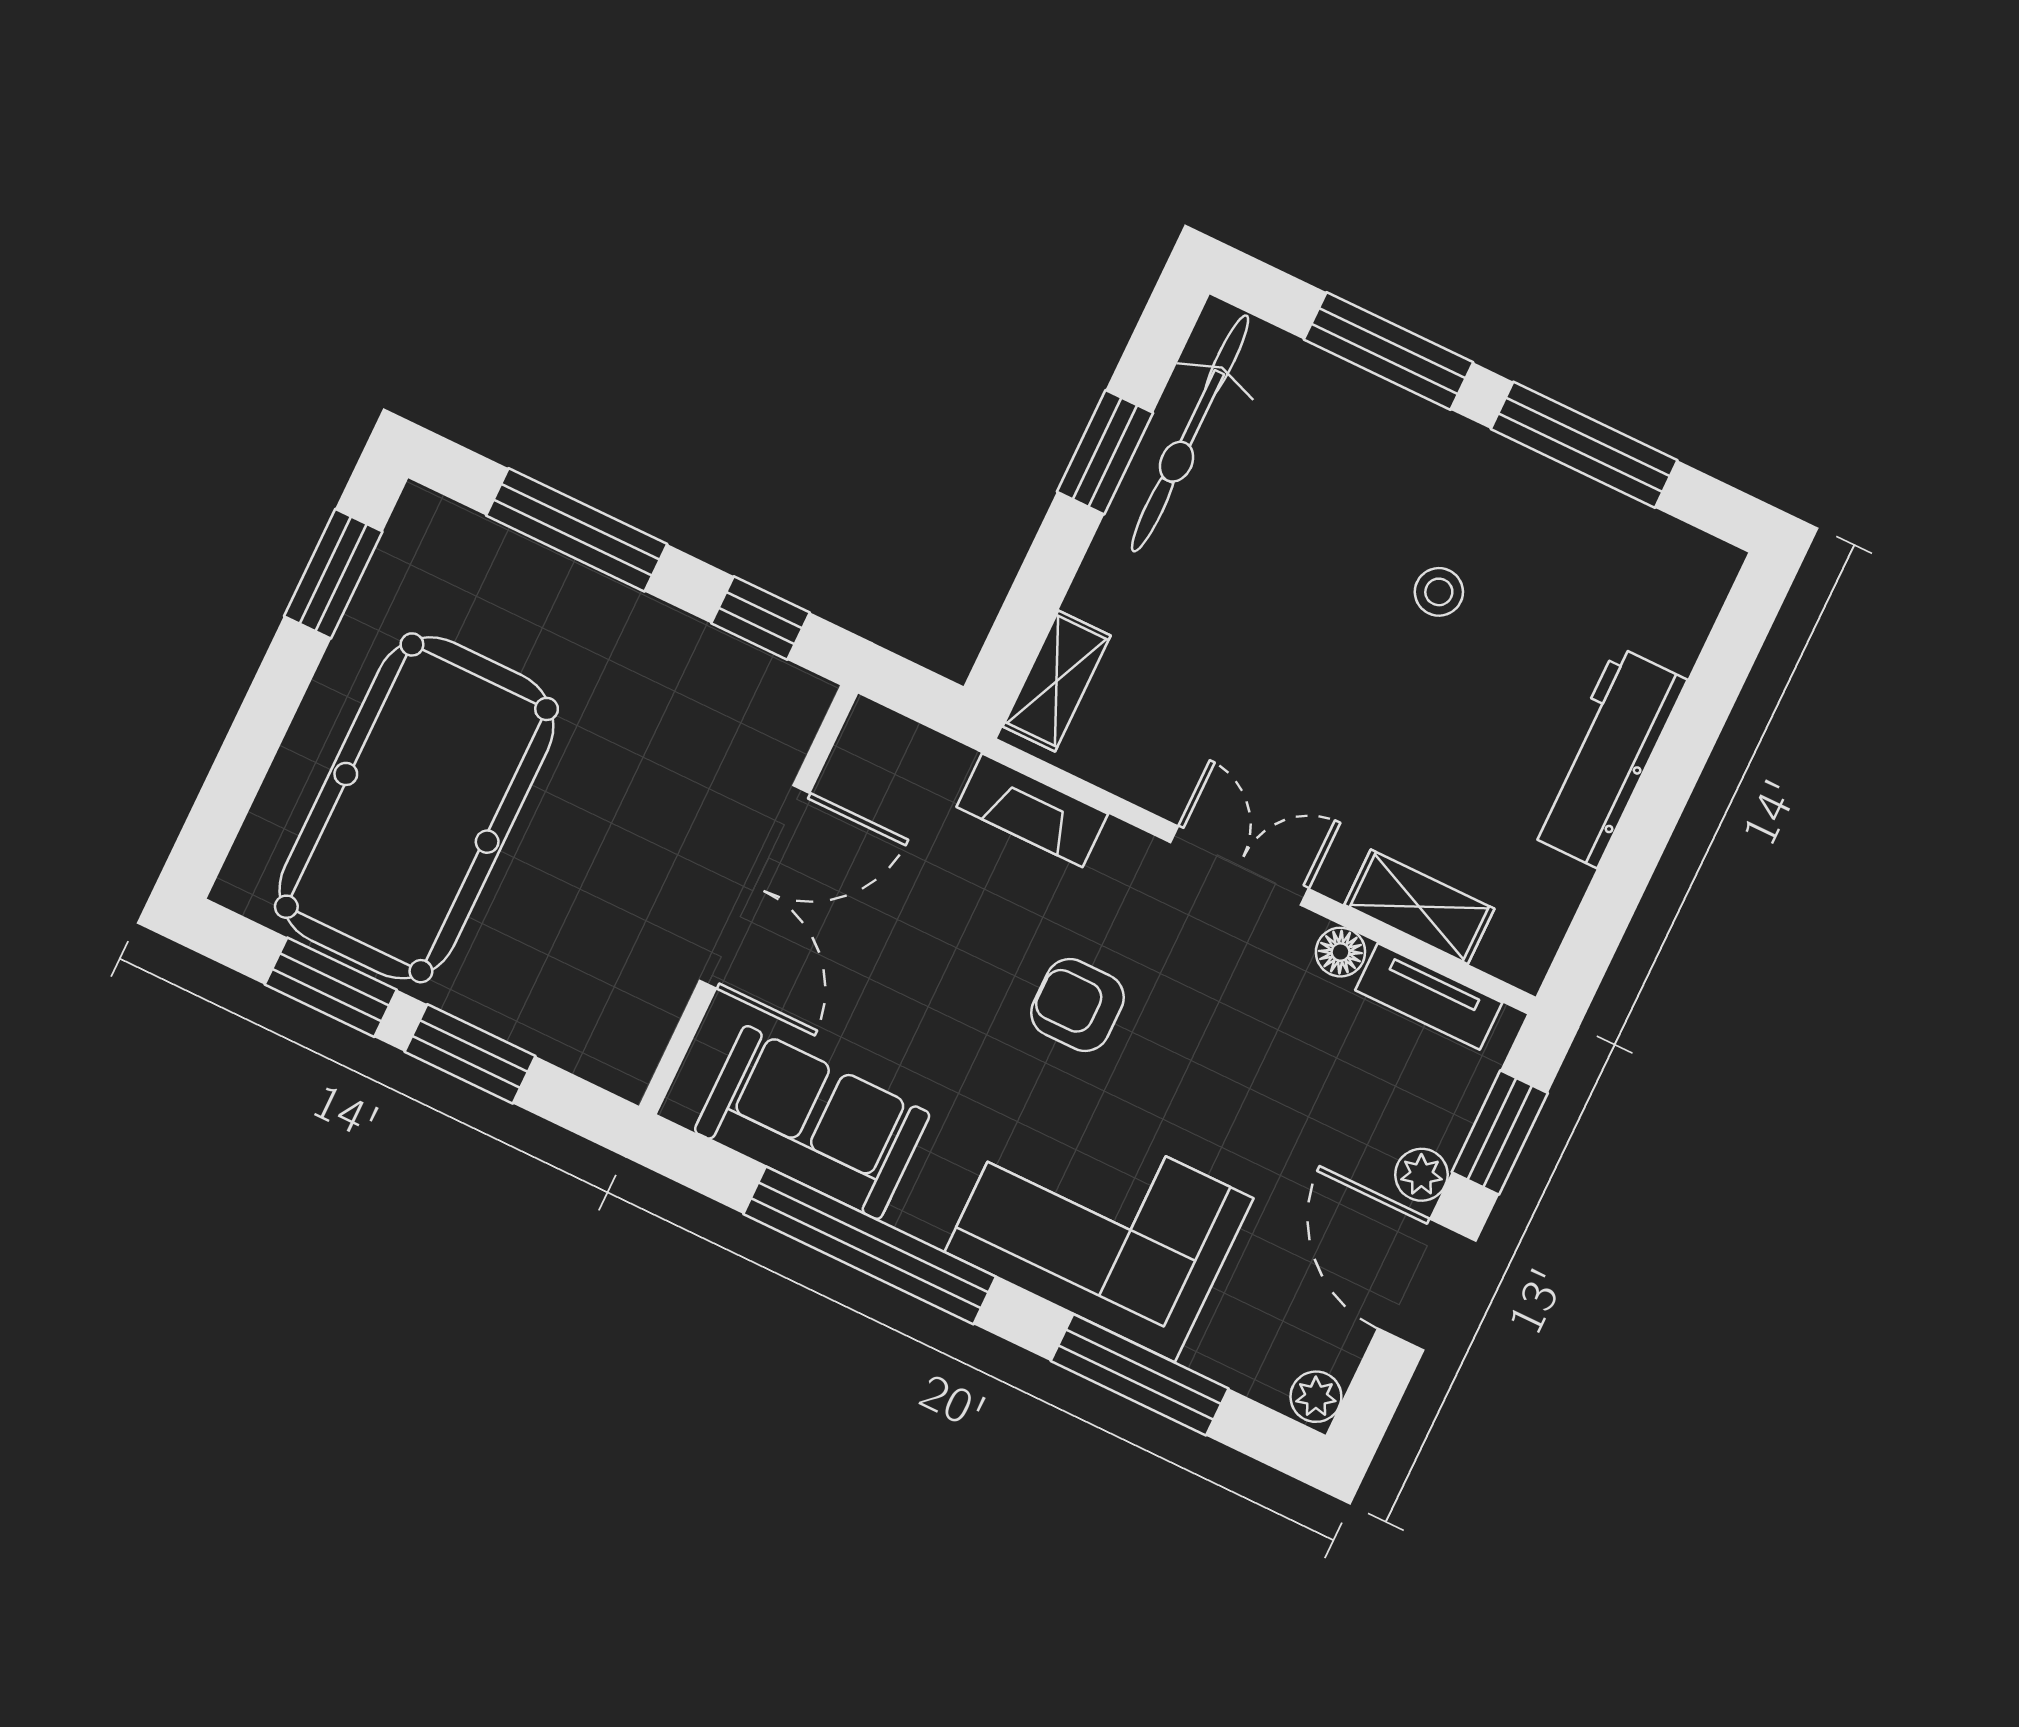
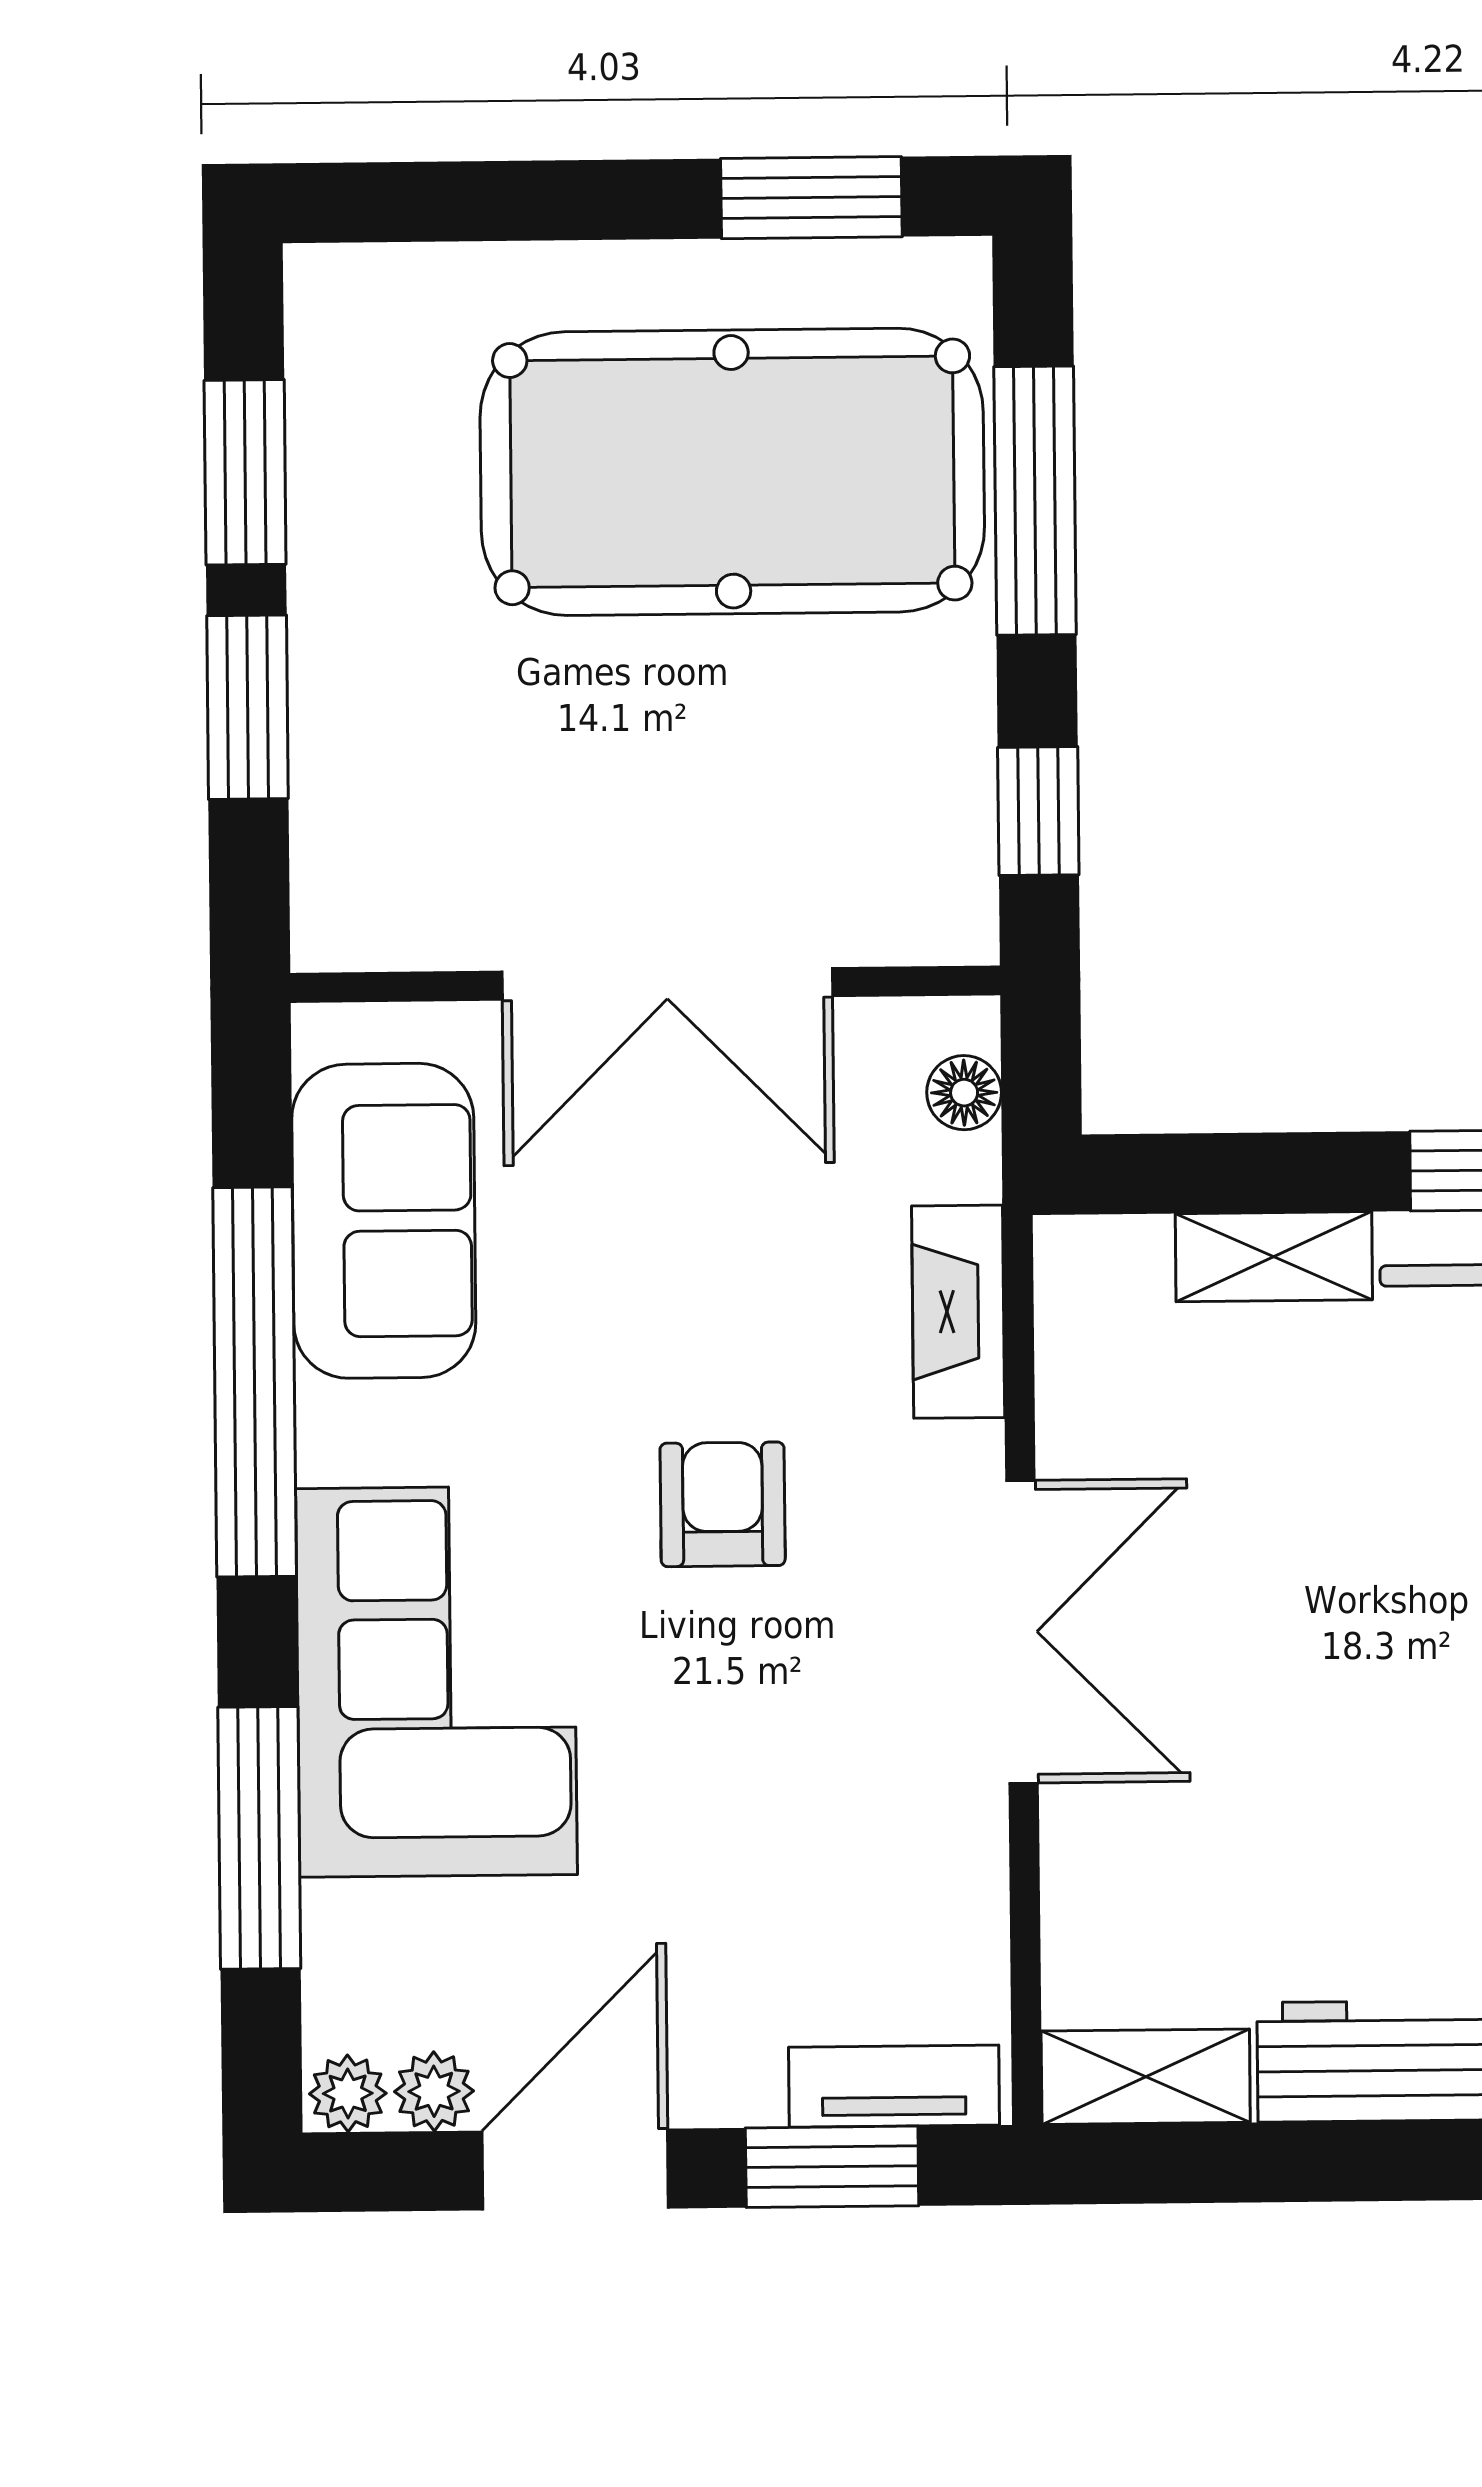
shelving: (1057, 681) -> (1274, 1257), moved
pool table: (416, 808) -> (732, 472), moved
double door: (1239, 866) -> (1022, 1632), width x1.37
shelving: (1419, 907) -> (1146, 2077), moved, turned 90
floor lamp: (1340, 952) -> (964, 1093), moved
tv unit: (1429, 996) -> (894, 2086), moved, turned 90
plant: (1421, 1175) -> (434, 2091), moved

